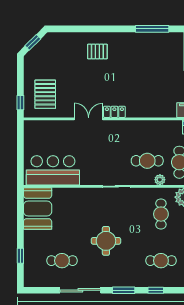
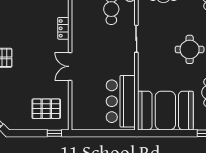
locker: (114, 112) -> (63, 28), moved
booth: (38, 209) -> (165, 111), width x1.36, depth x1.42

